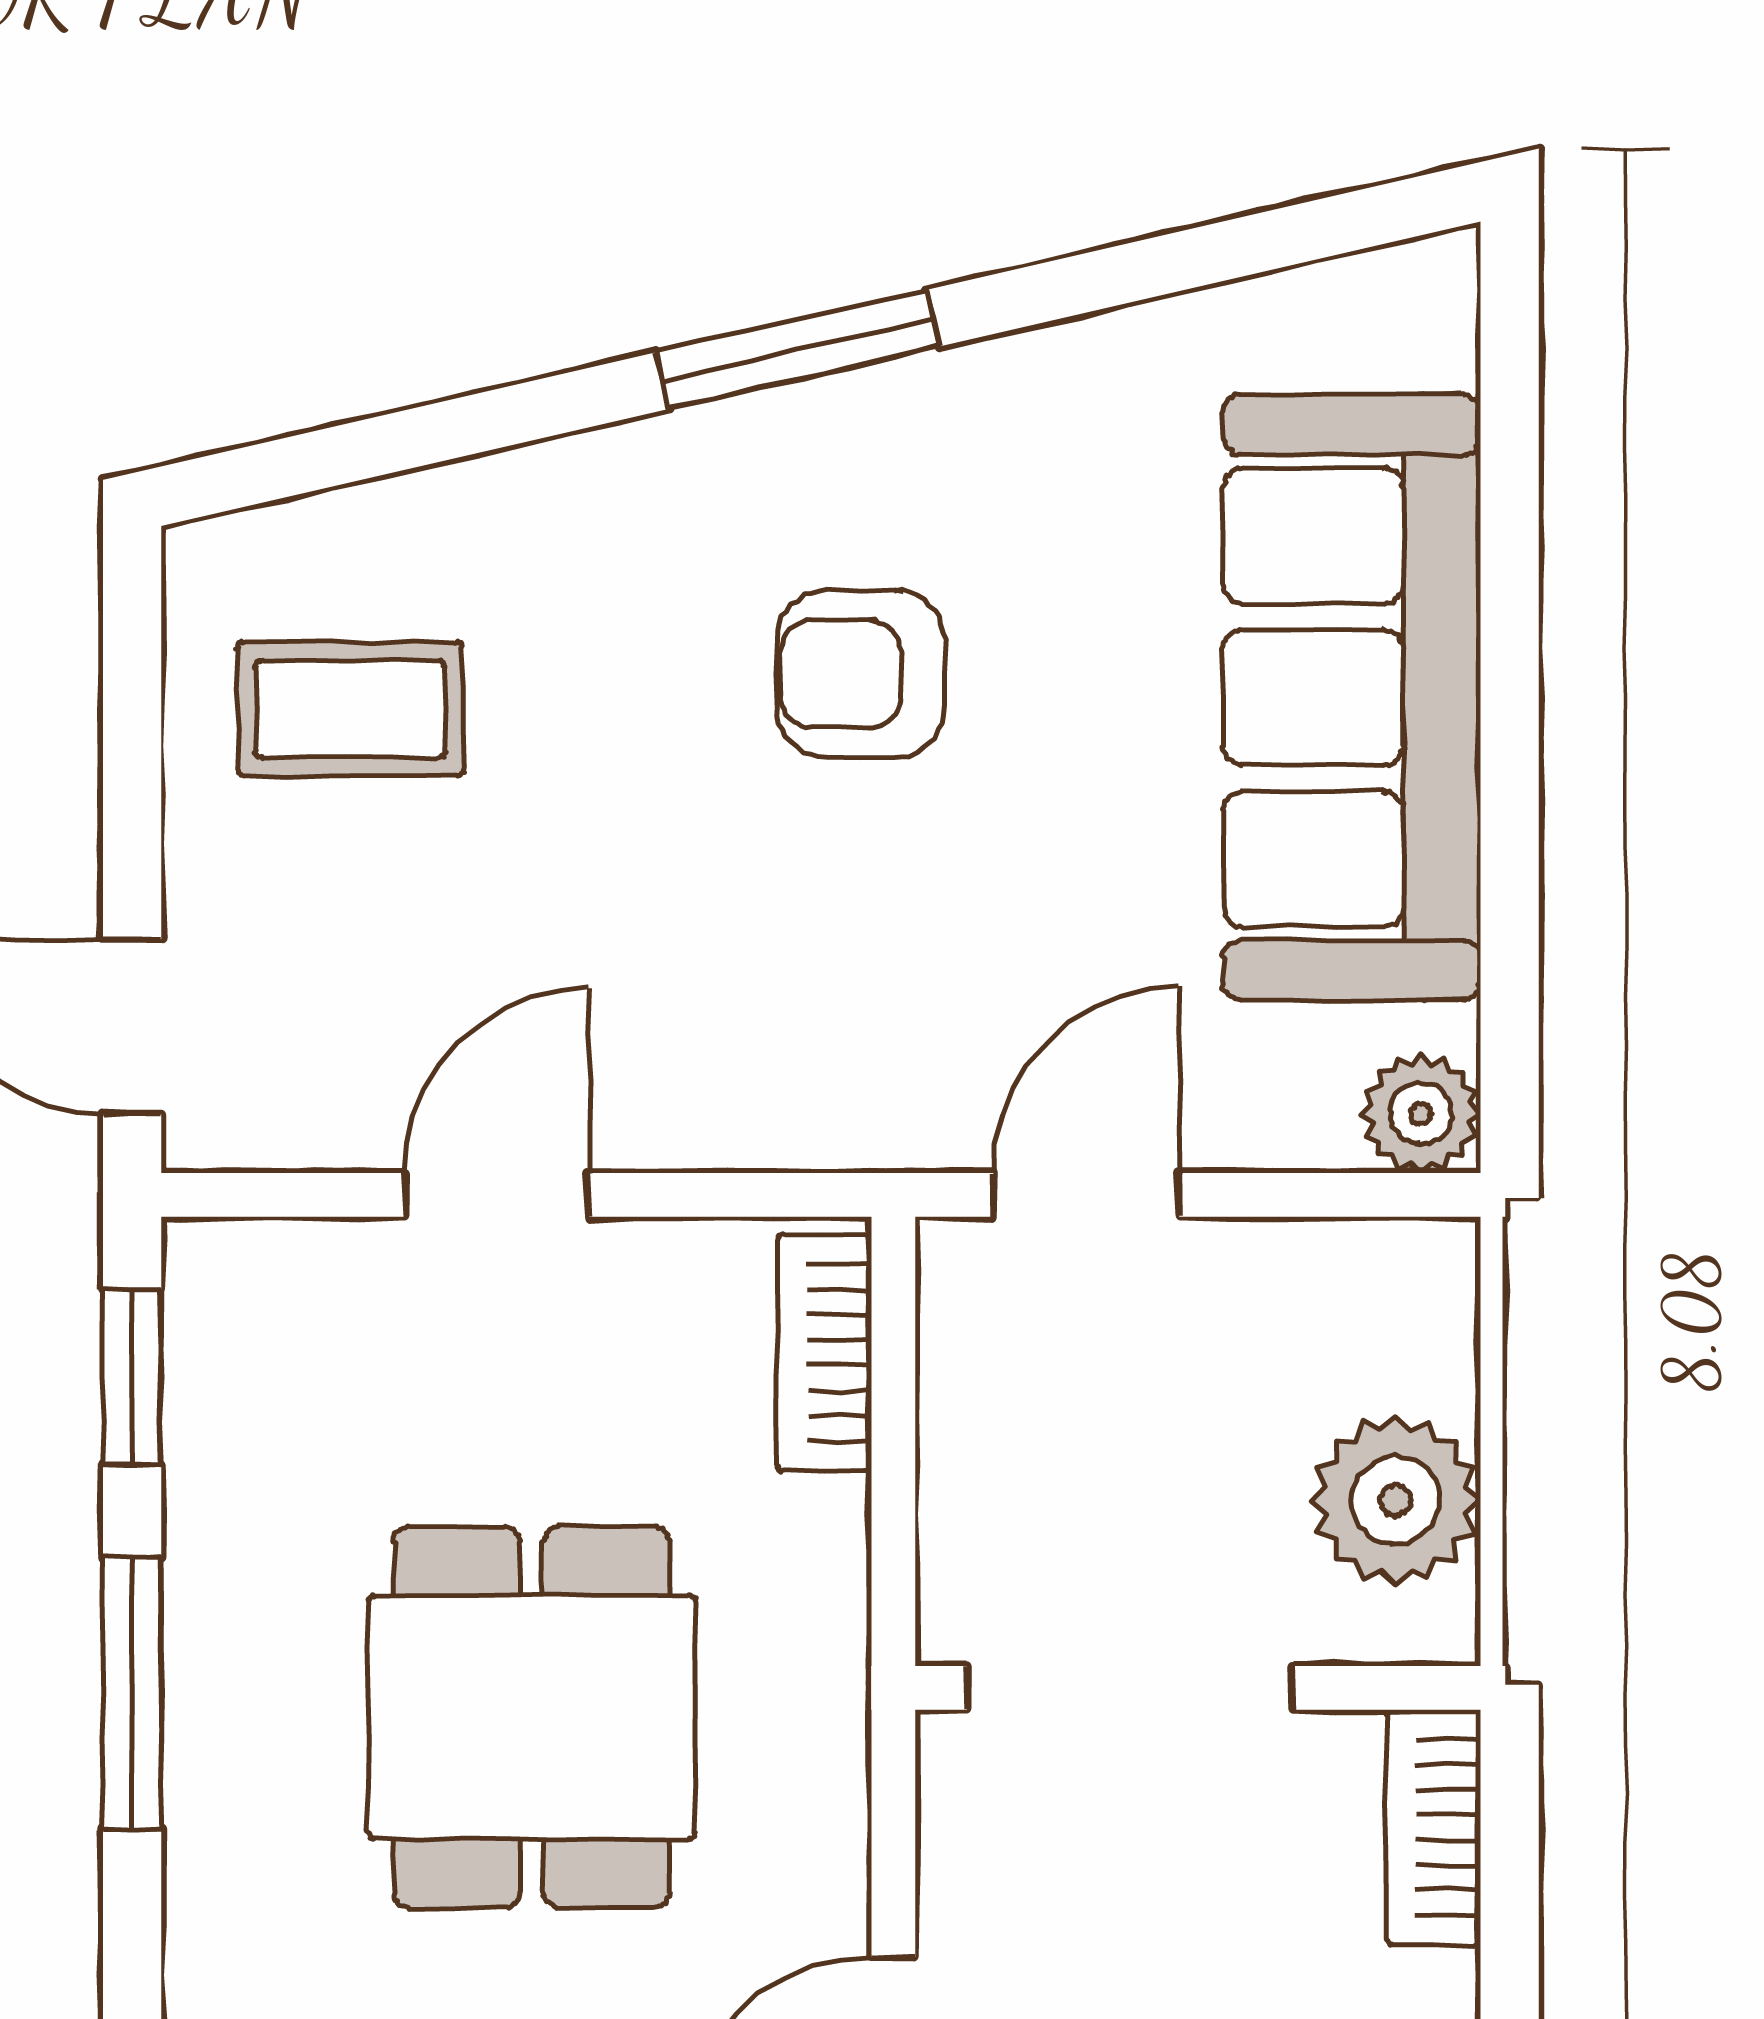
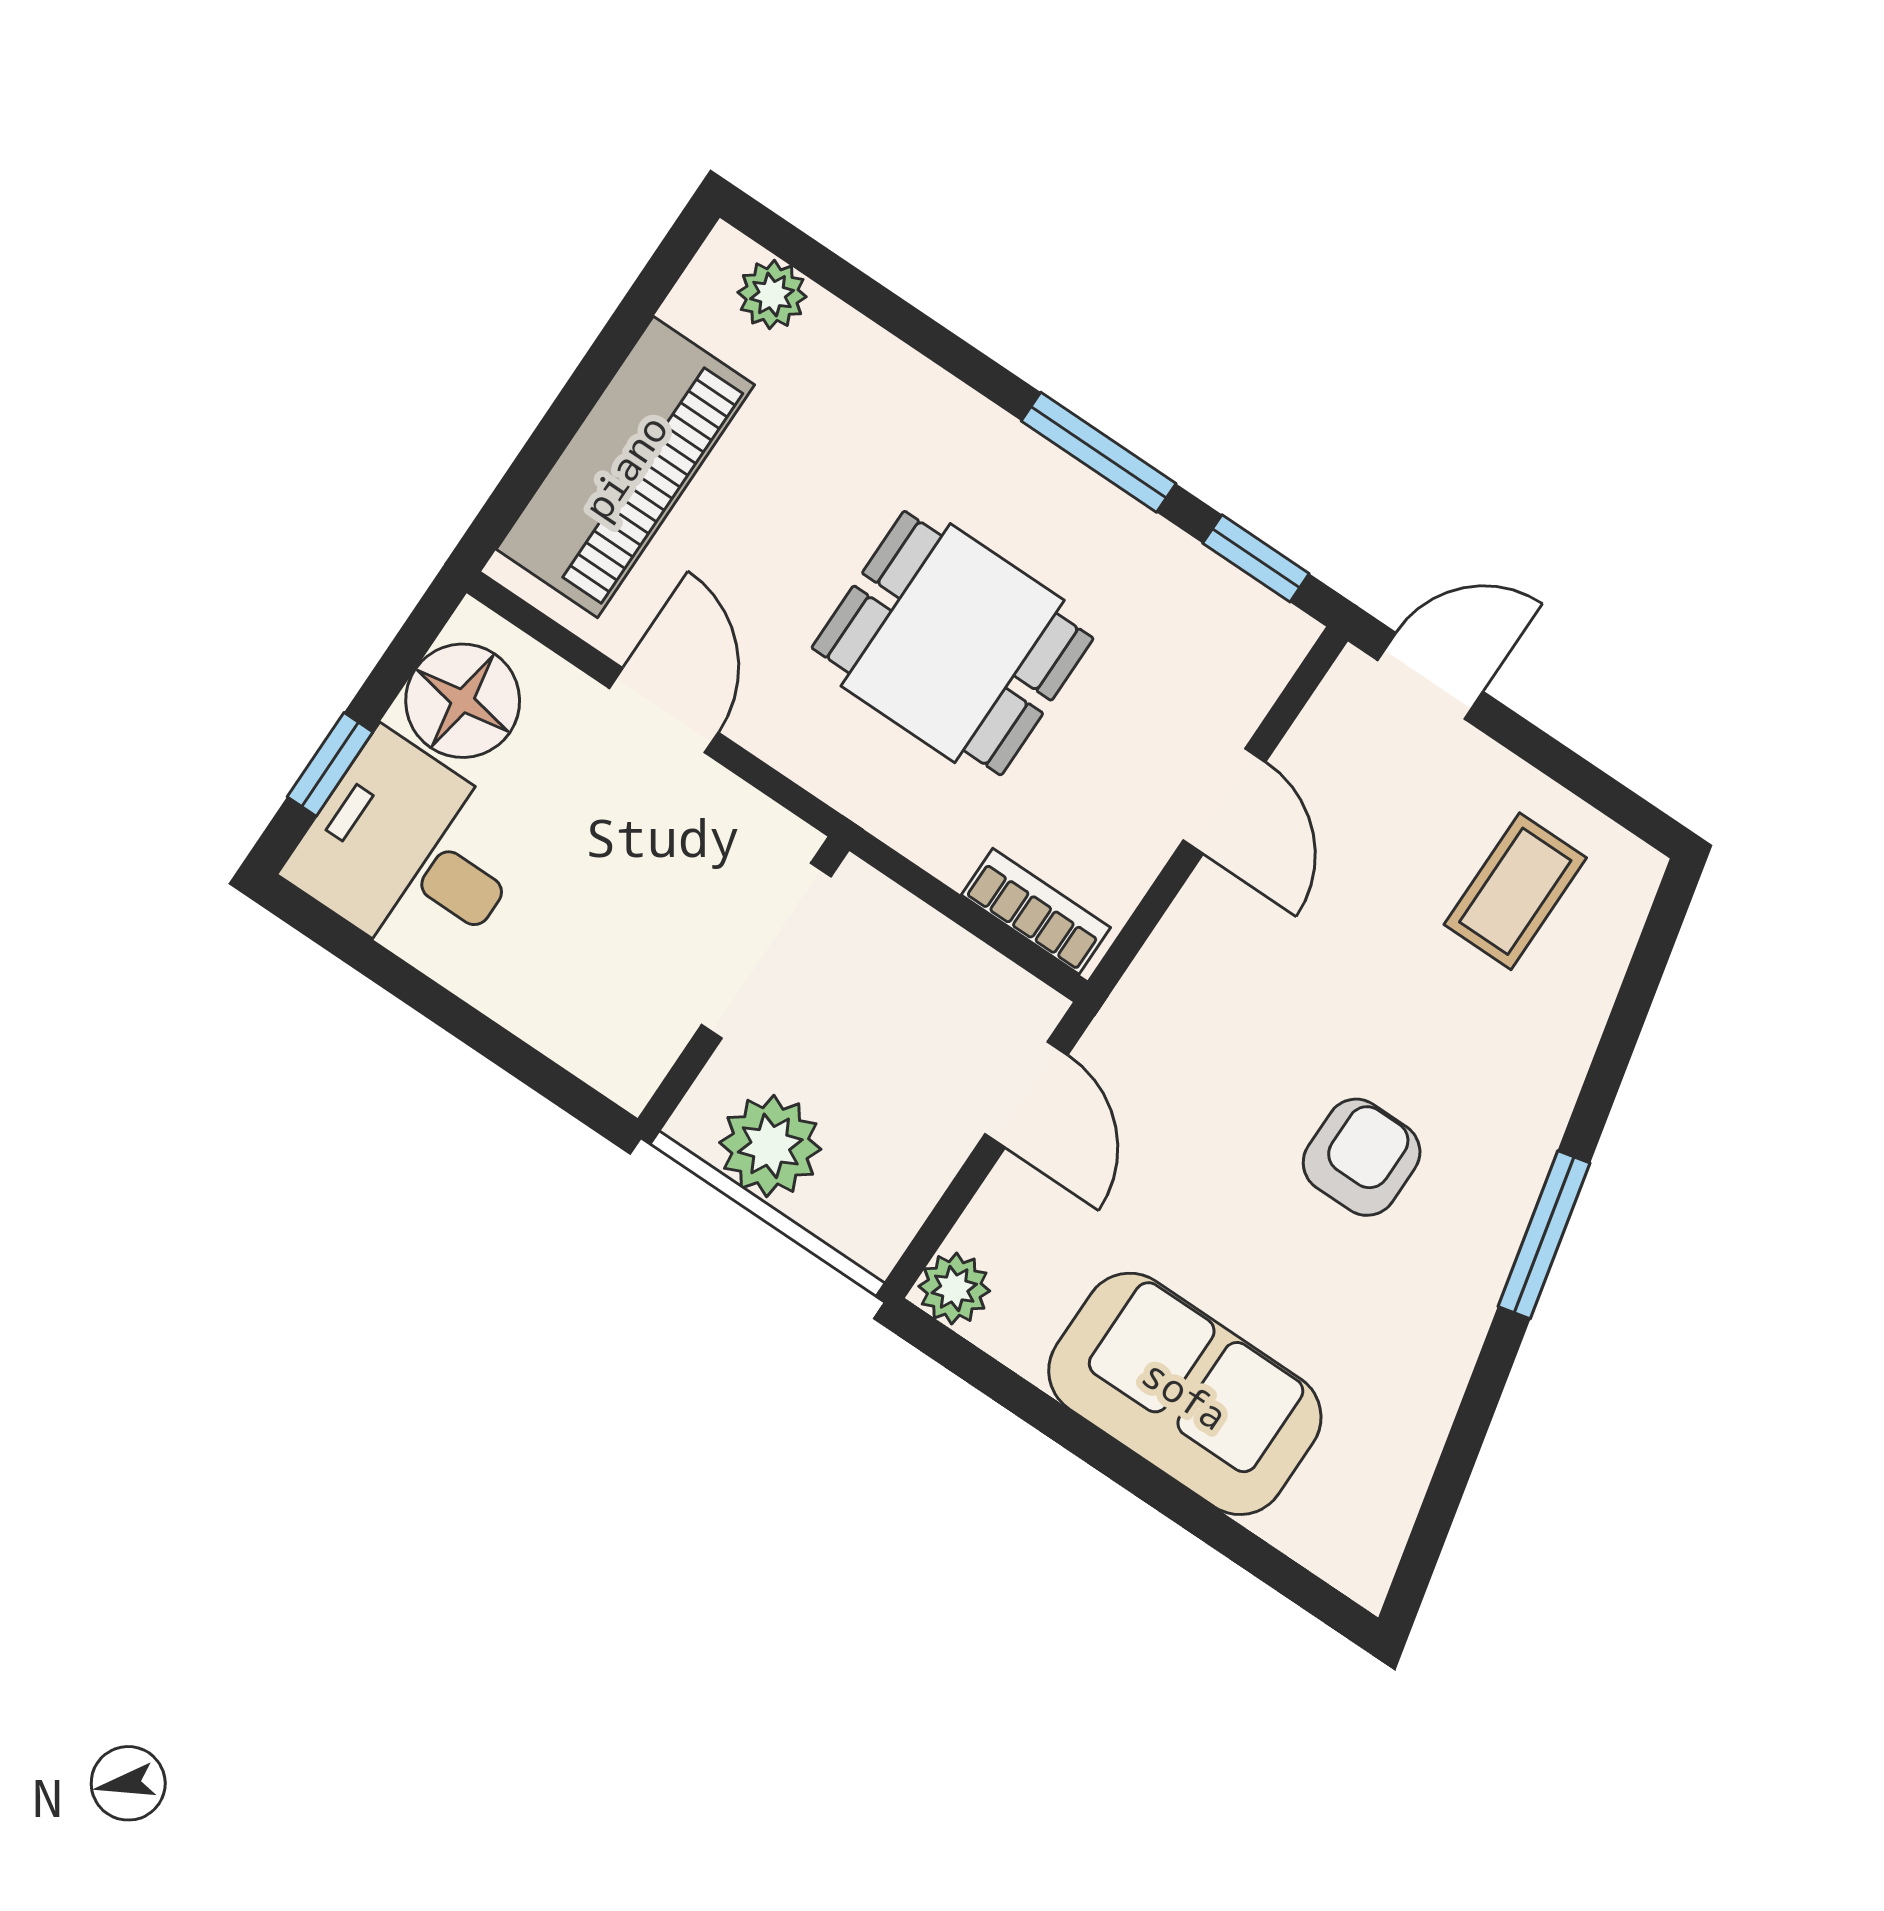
sofa: (1352, 697) -> (1185, 1394), width x0.73
bookcase: (1433, 1828) -> (595, 1055), removed

